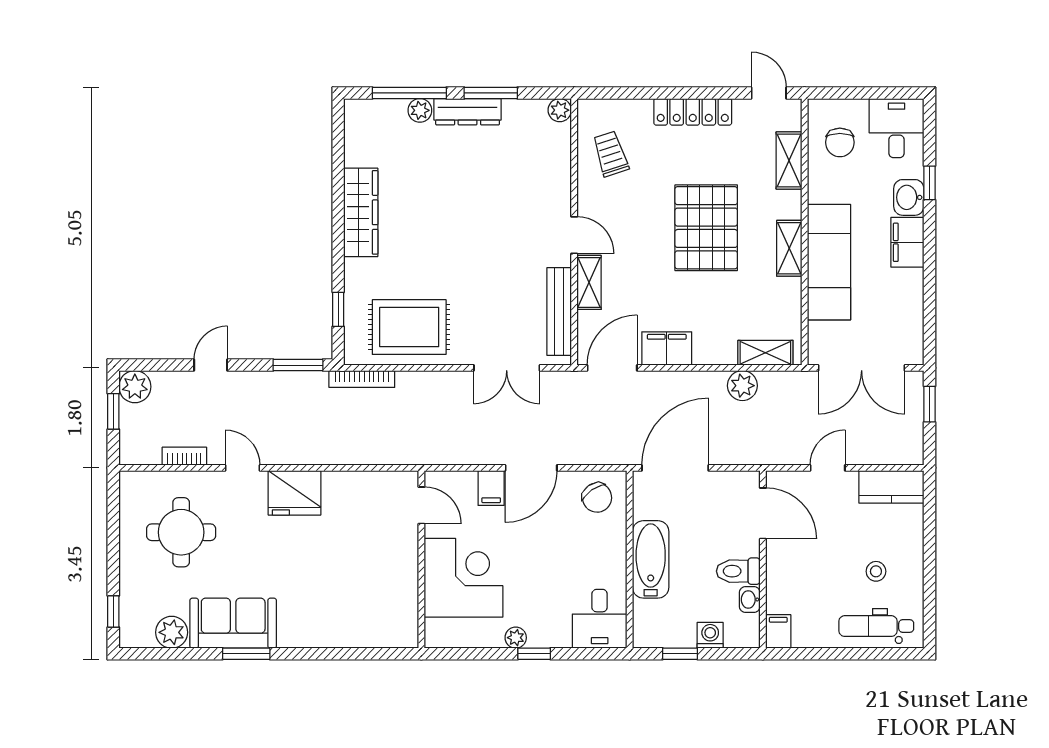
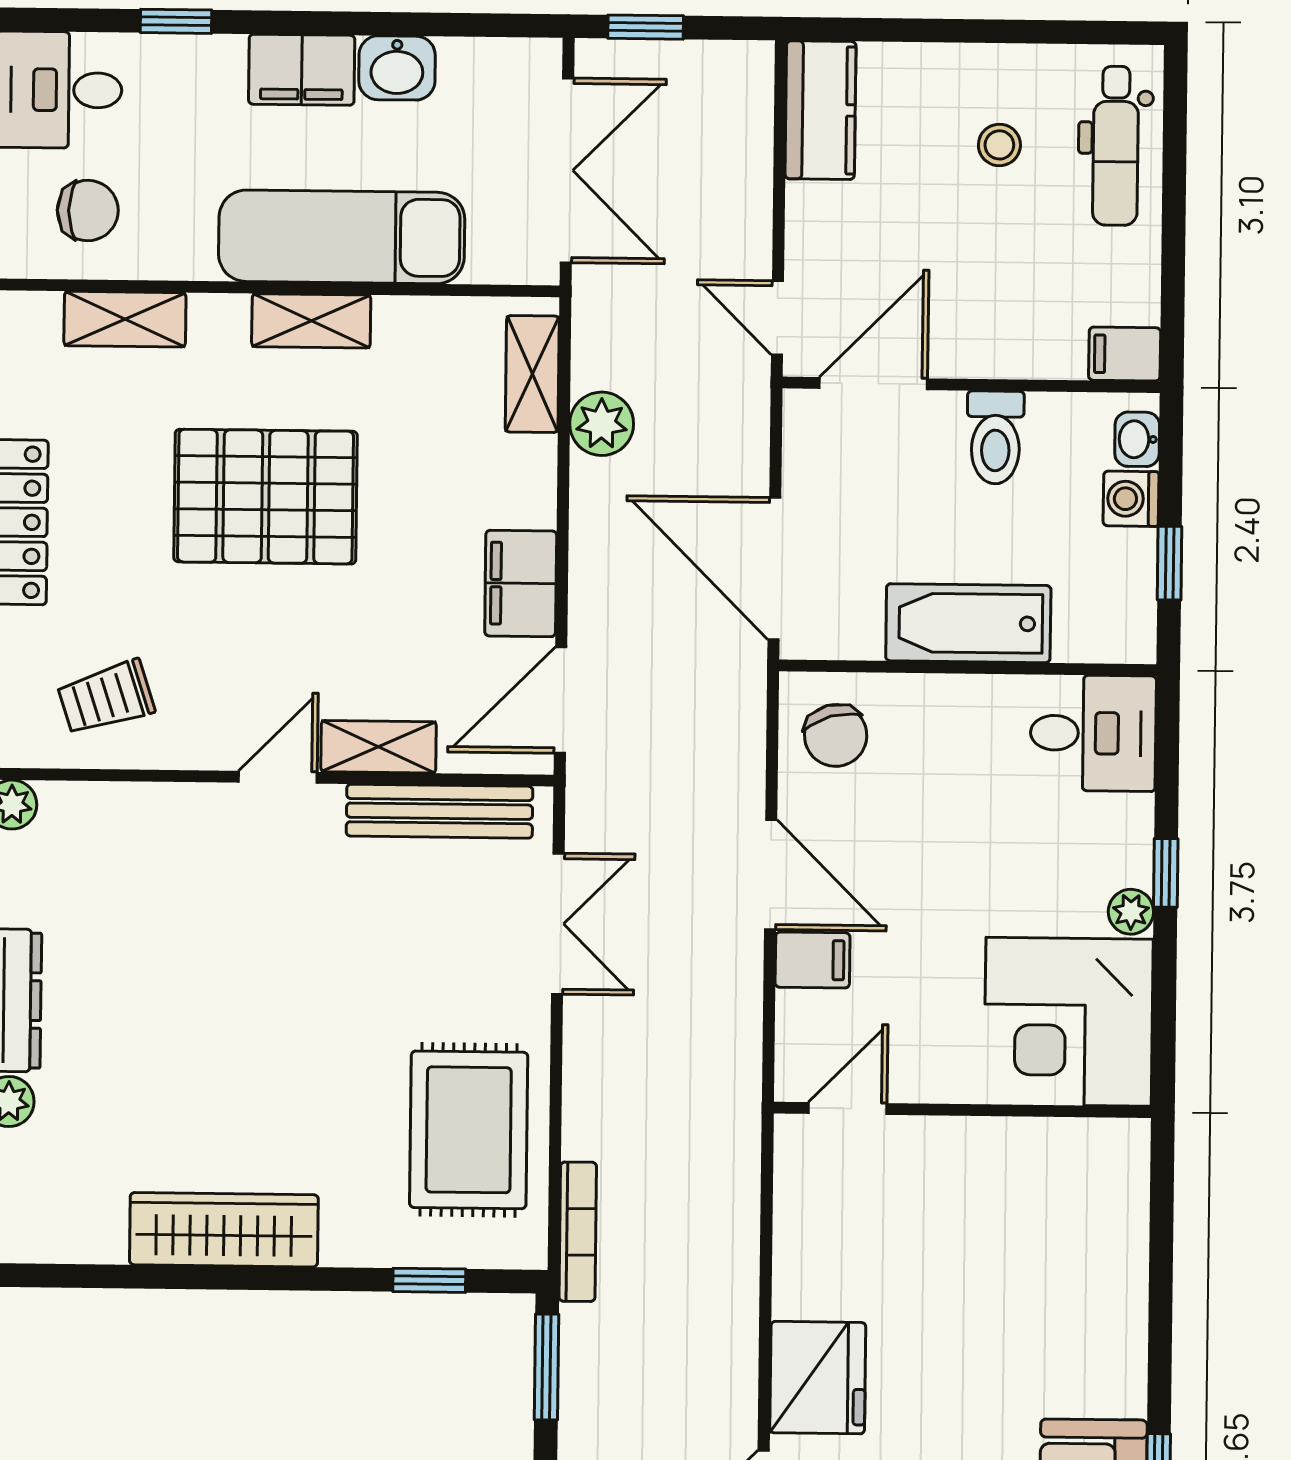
washbasin: (909, 197) -> (397, 68), moved
door: (612, 368) -> (561, 700), hinge flipped
door: (828, 468) -> (777, 318), moved
chair: (597, 498) -> (836, 735), turned 109
corner desk: (464, 578) -> (1069, 1022), moved, turned -90
washbasin: (750, 600) -> (1137, 439), moved, turned 90

